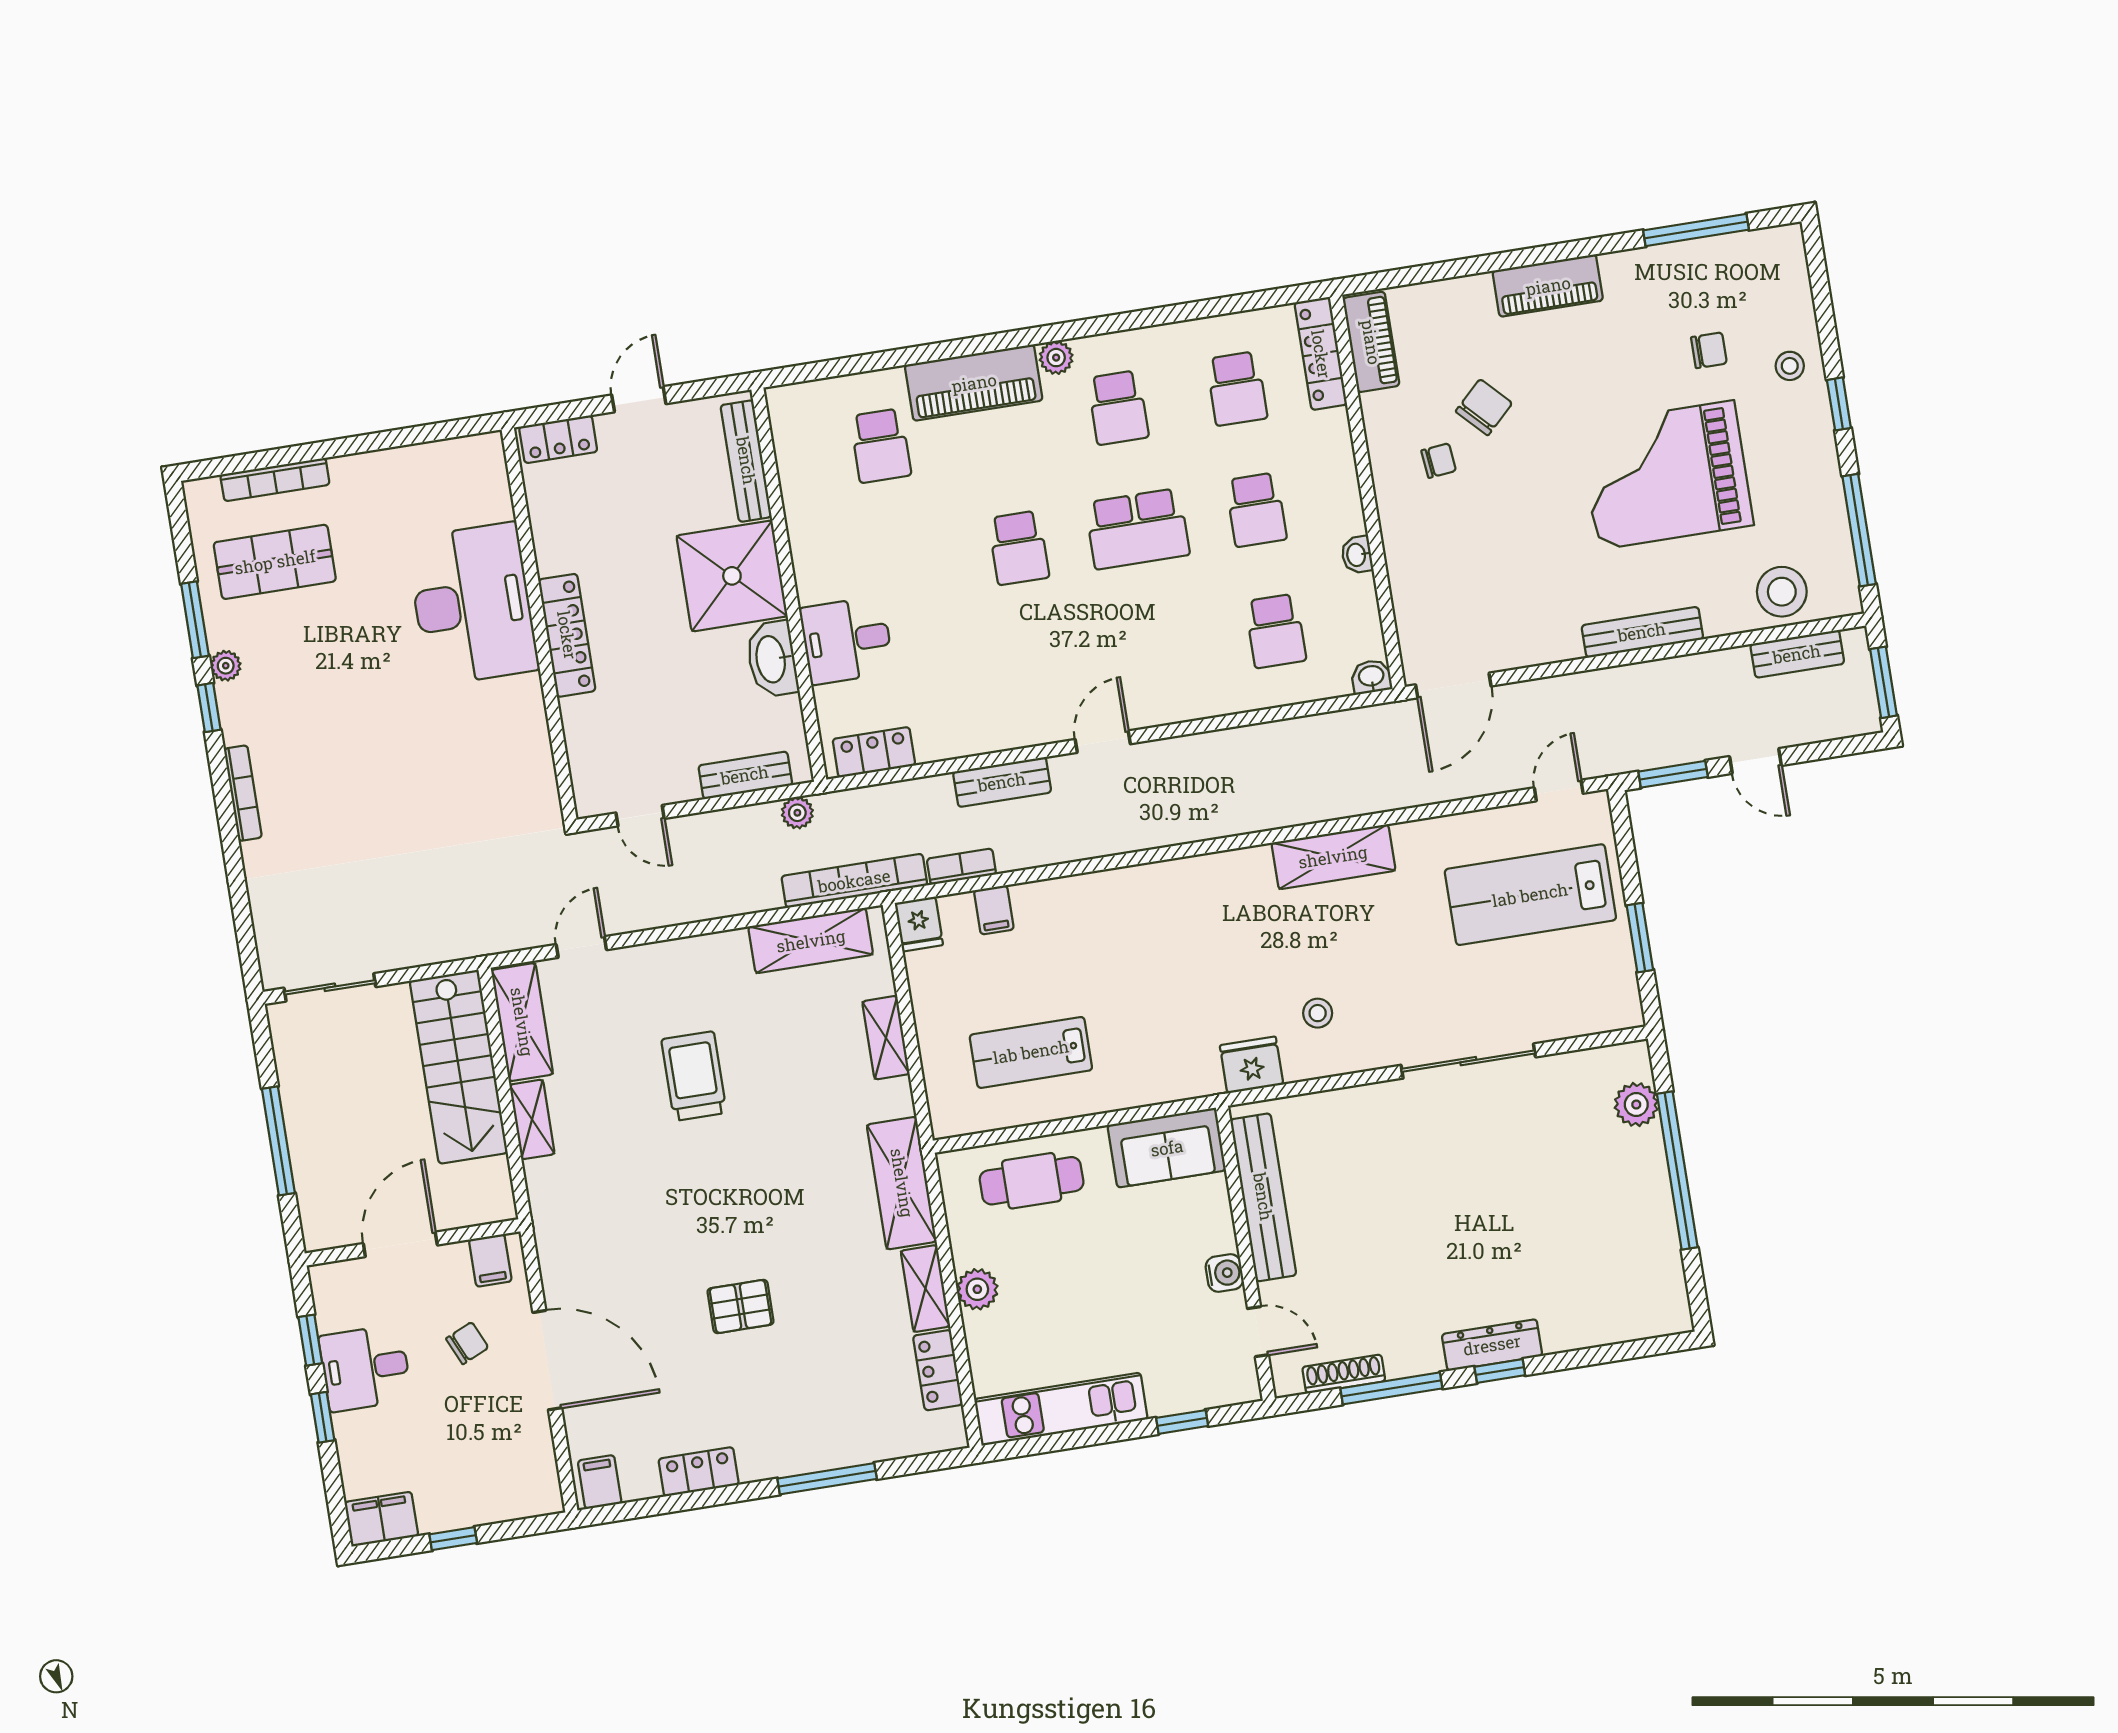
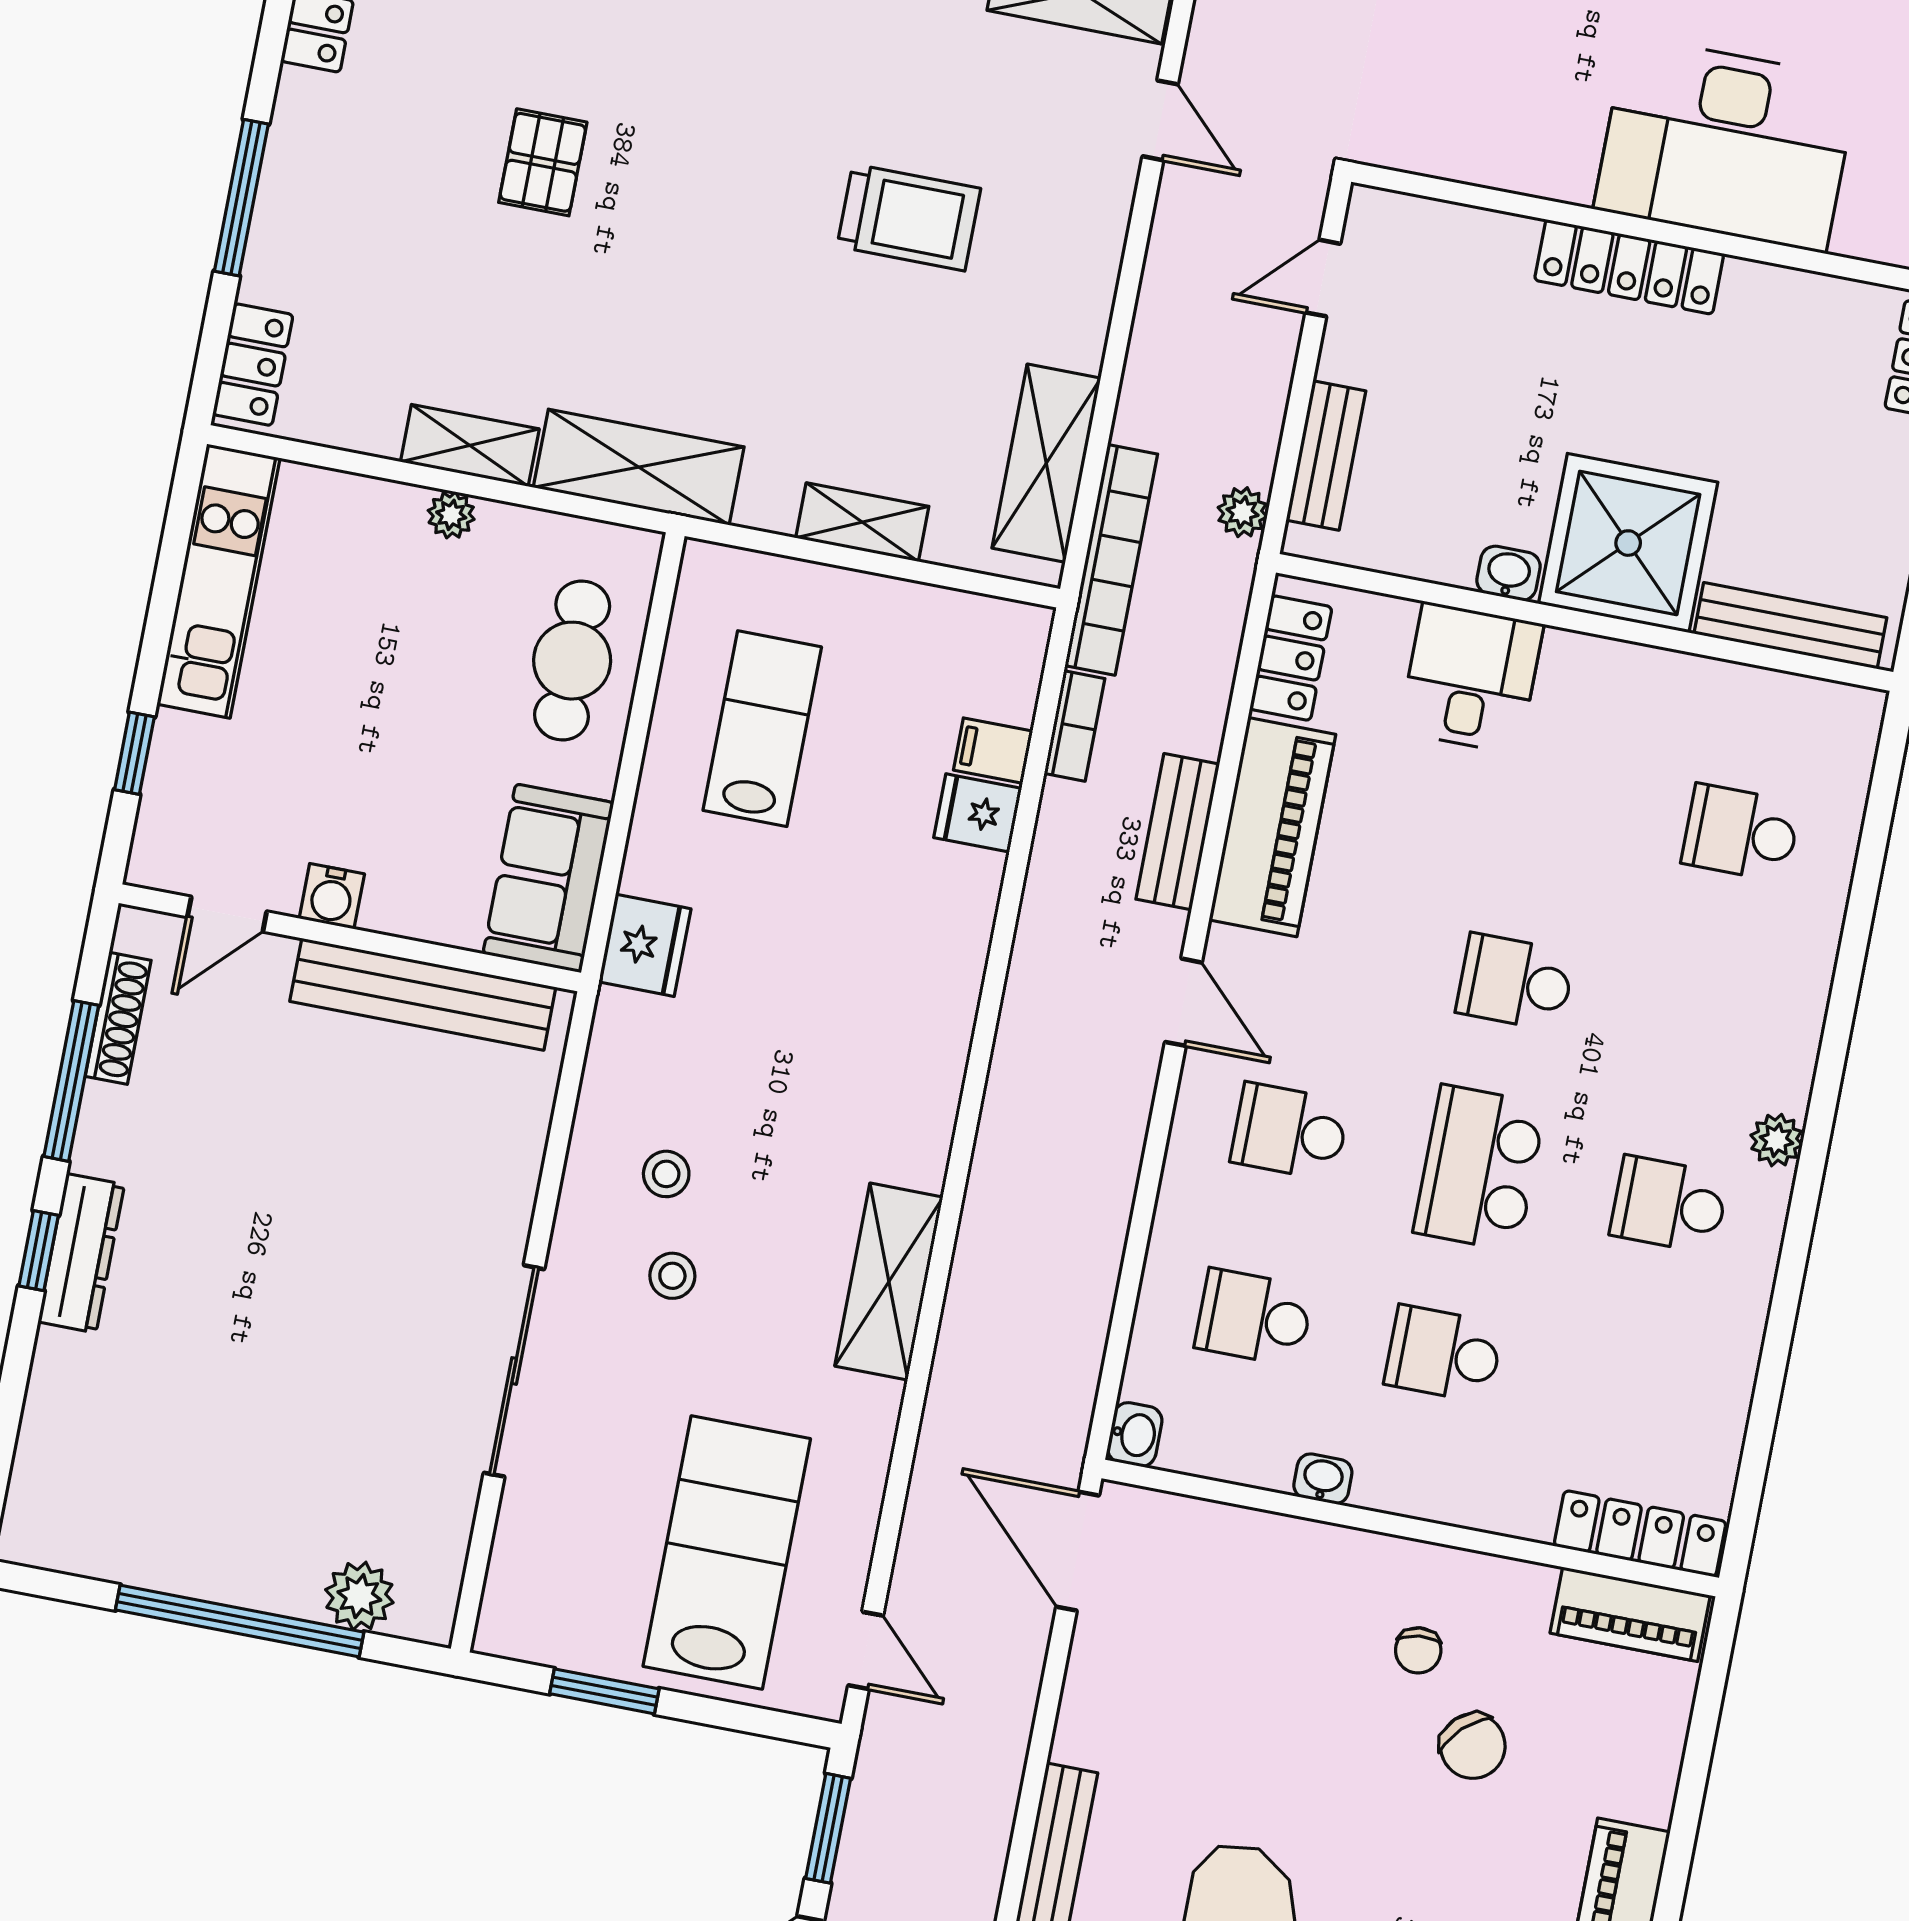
piano: (974, 383) -> (1272, 827), moved, turned 180
school desk: (1237, 389) -> (1290, 1132), moved
washbasin: (772, 659) -> (1508, 573), width x0.52, depth x0.69
fridge: (919, 924) -> (978, 813), moved
stool: (1377, 987) -> (672, 1276), added
fridge: (1252, 1065) -> (645, 945), moved
plant: (977, 1289) -> (451, 515), width x0.73, depth x0.73
locker: (938, 1370) -> (253, 365), moved, turned 90

